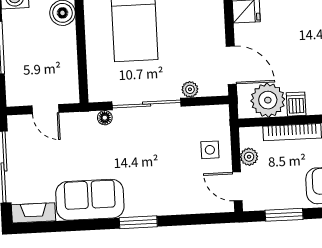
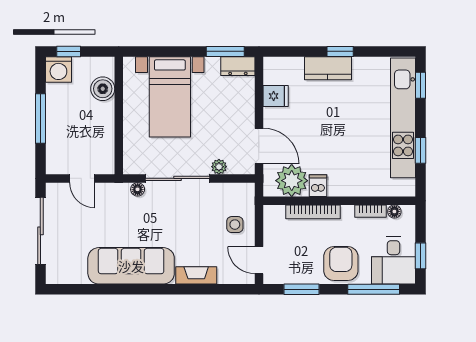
plant: (249, 157) -> (271, 233), removed
sofa: (90, 200) -> (131, 266), width x1.36
fireplace: (33, 213) -> (196, 275), moved
window: (138, 222) -> (164, 289), removed

